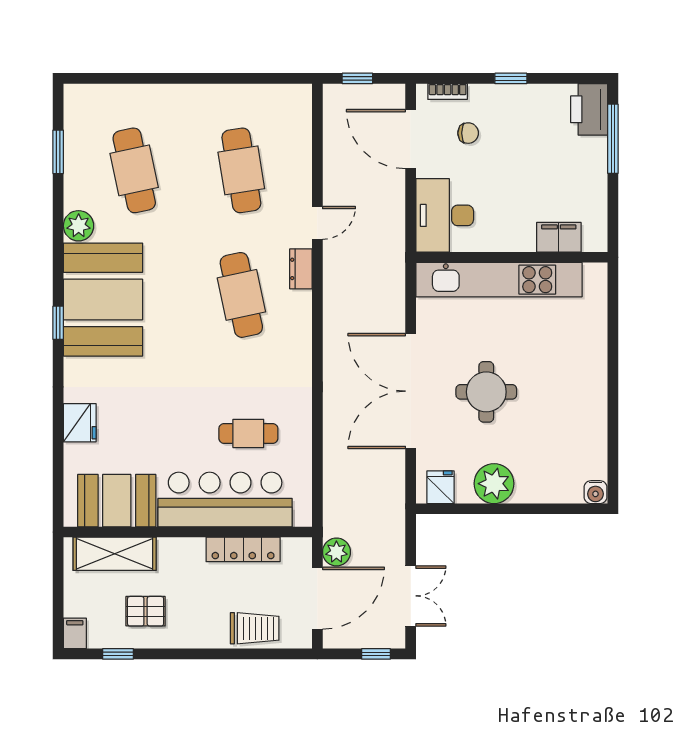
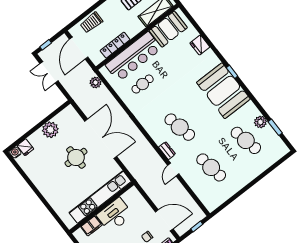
desk: (445, 215) -> (115, 215), moved, turned -90
plant: (79, 226) -> (260, 122), moved
fridge: (441, 487) -> (25, 147), moved
plant: (336, 552) -> (96, 83), moved

